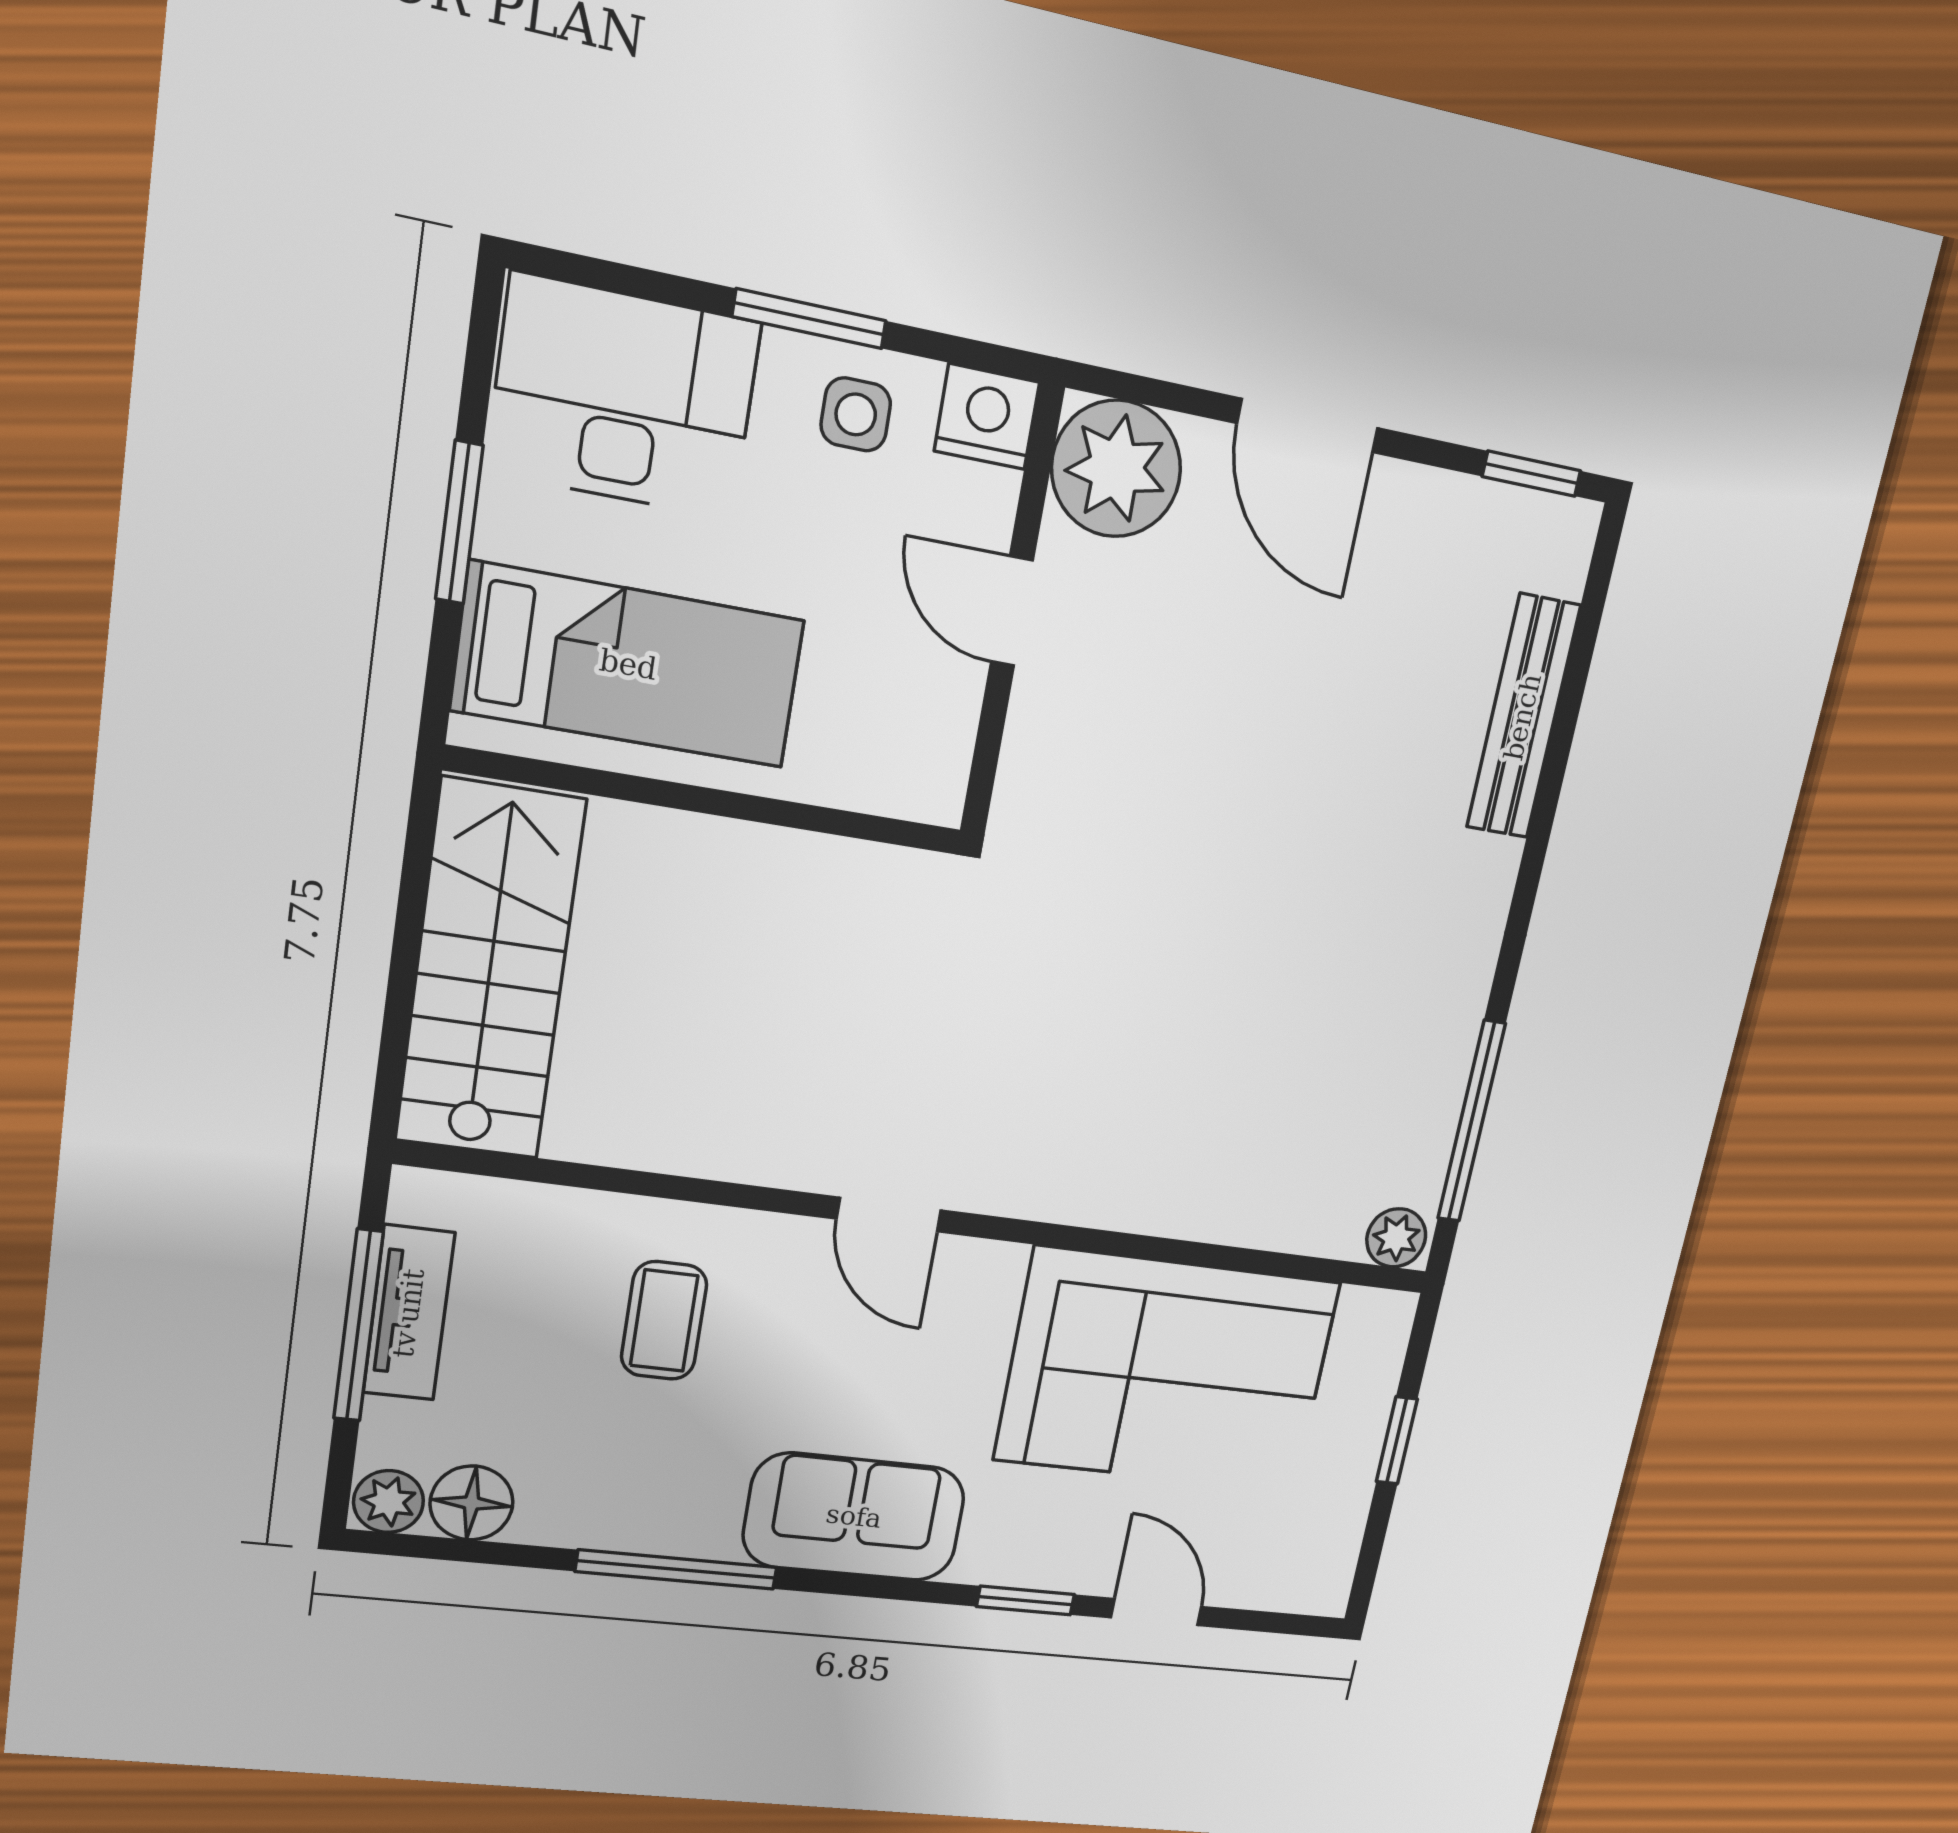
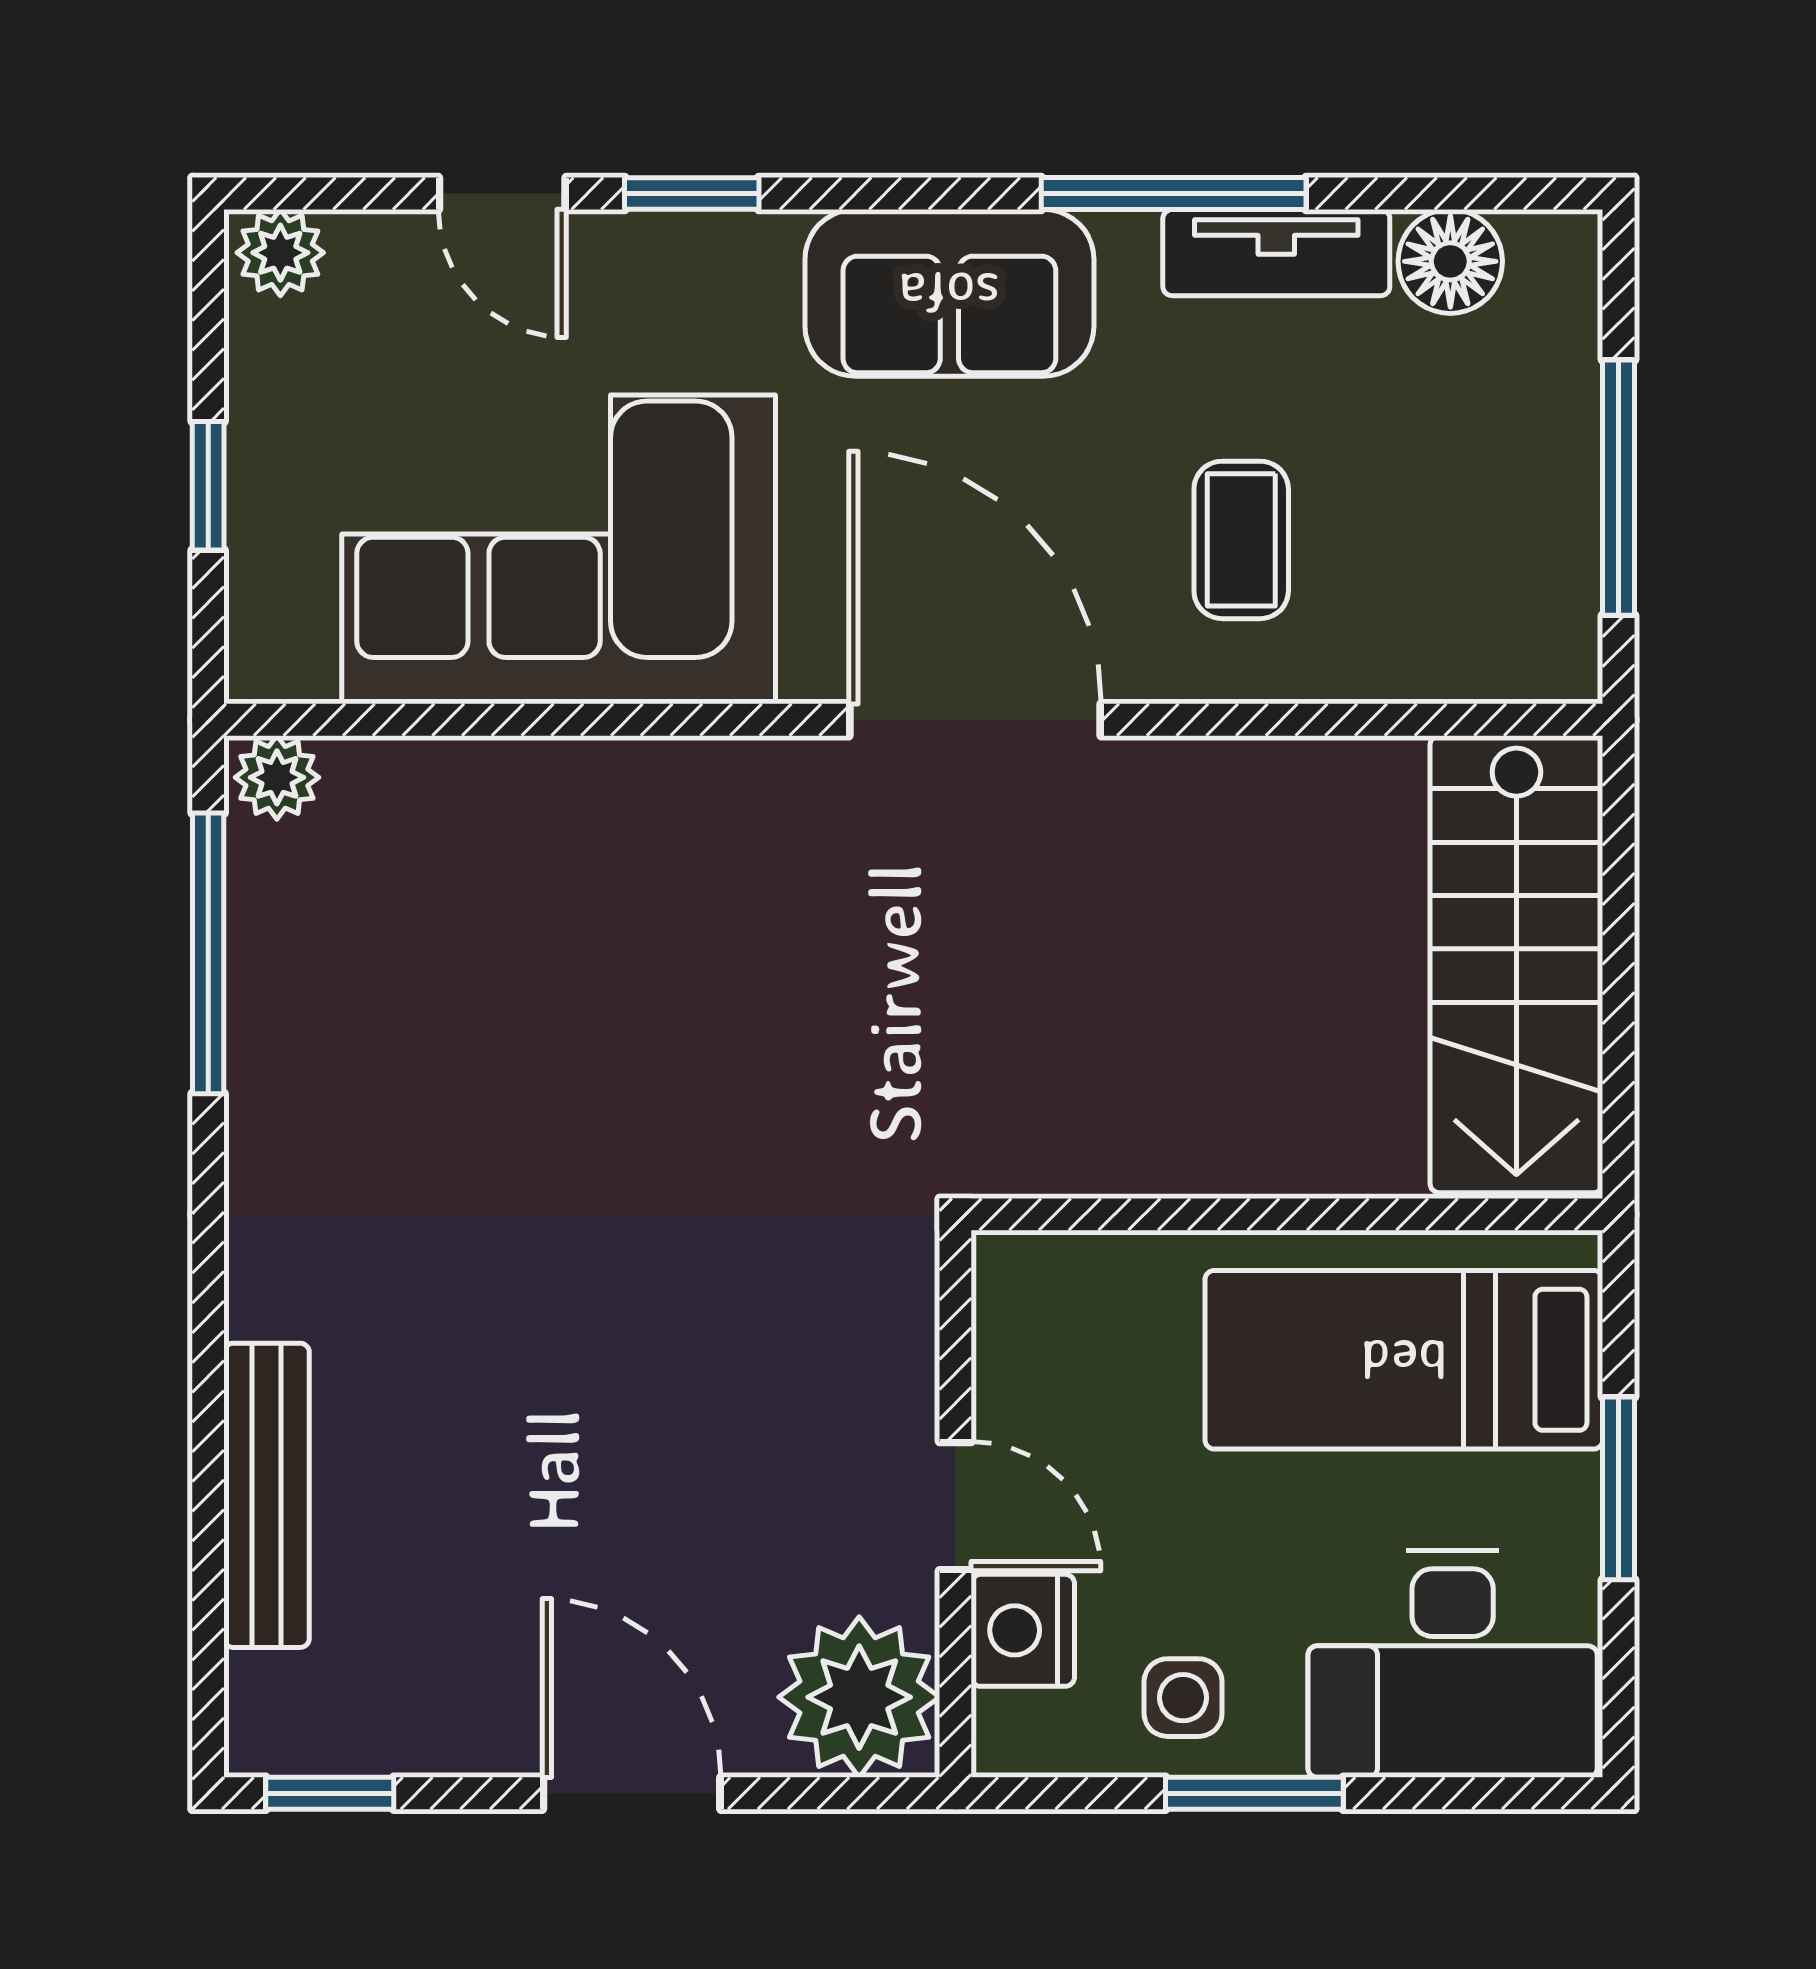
nightstand: (987, 417) -> (1023, 1630), moved, turned 90
door: (889, 1215) -> (975, 720), width x1.88
tv unit: (409, 1313) -> (1276, 253), moved, turned -90
plant: (389, 1502) -> (280, 253), moved

